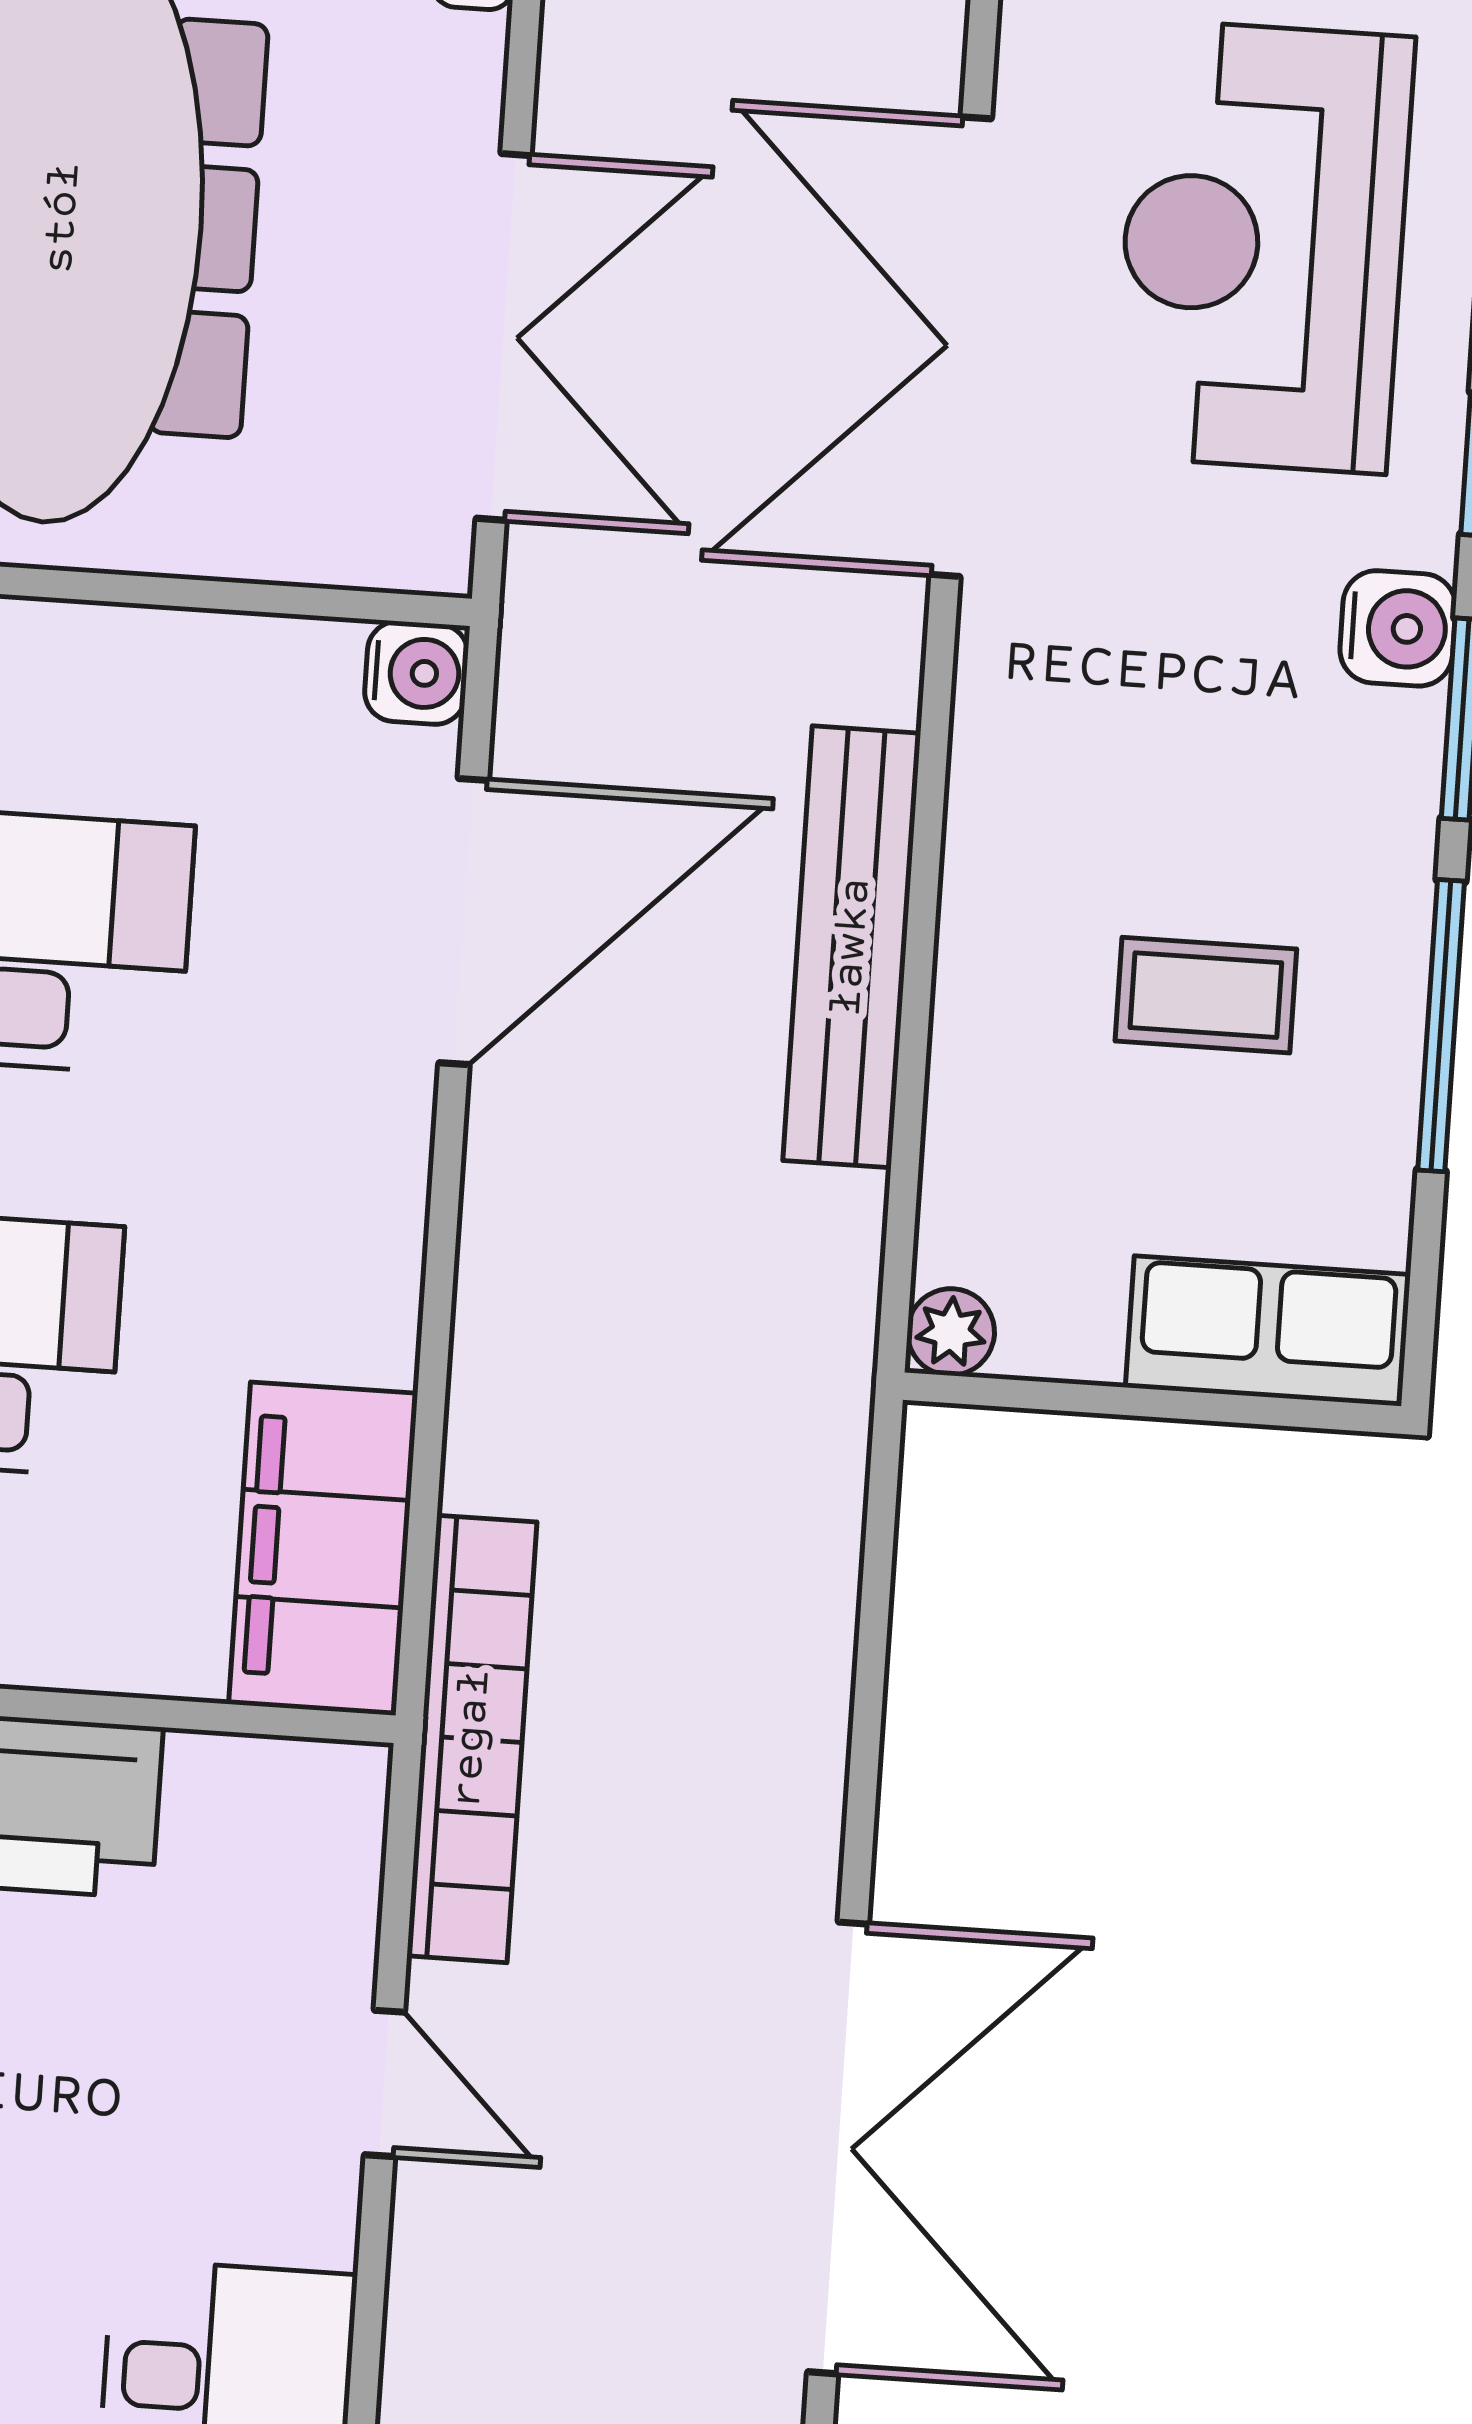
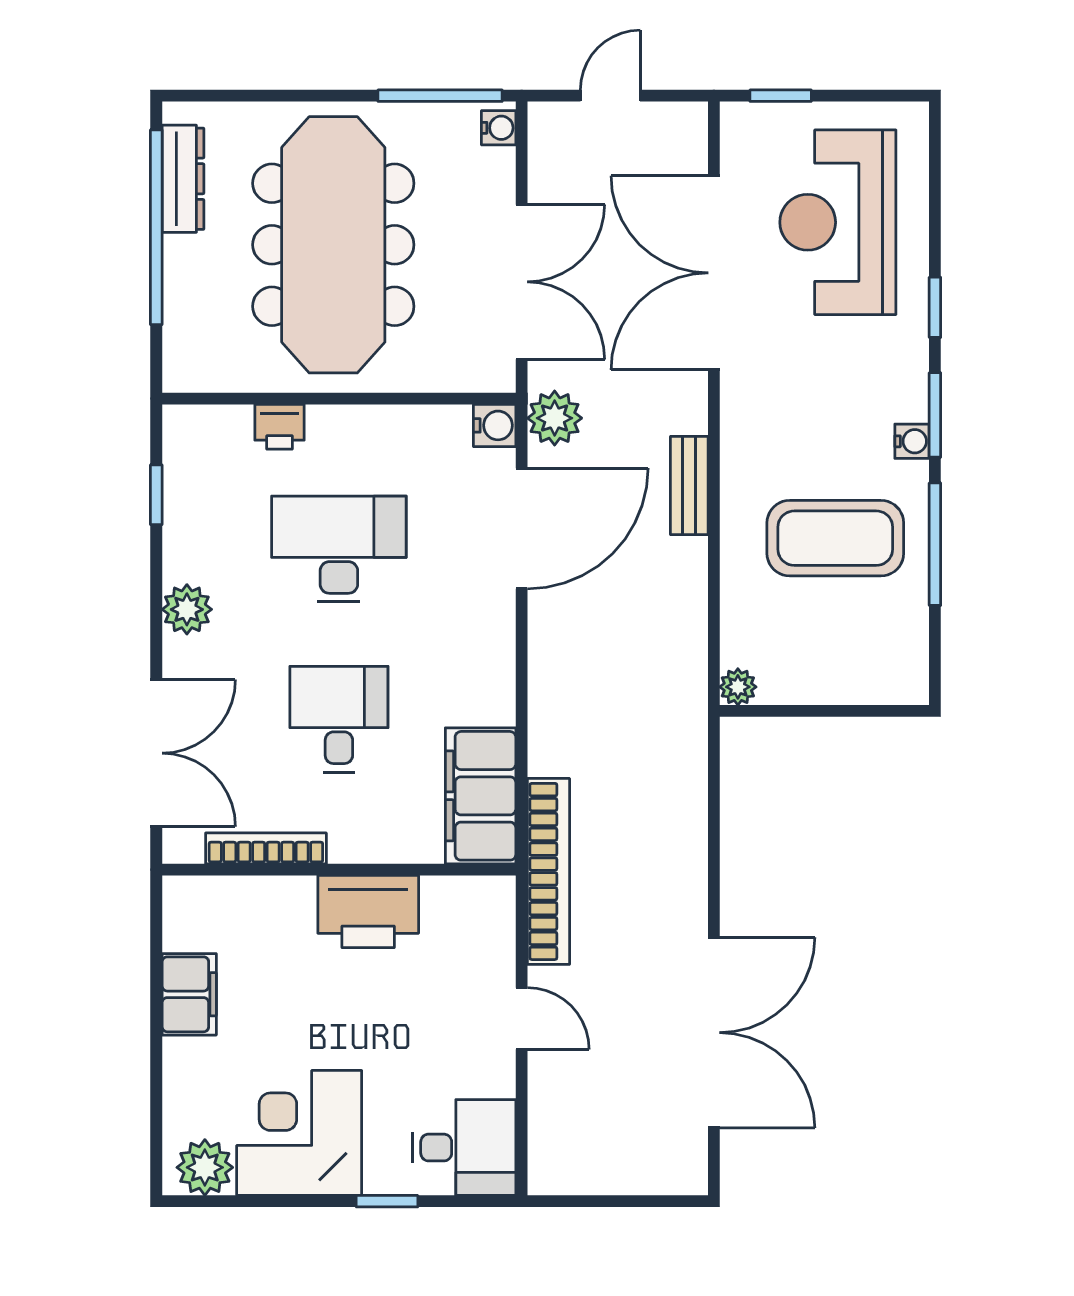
water cooler: (1398, 628) -> (912, 441), moved, width x0.72, depth x0.72
plant: (560, 665) -> (555, 418), added
bench: (852, 947) -> (689, 486), width x0.54, depth x0.82
coffee table: (1206, 995) -> (835, 538), width x1.86, depth x1.72
row of seats: (1268, 1331) -> (871, 677), removed

